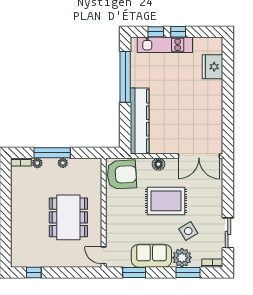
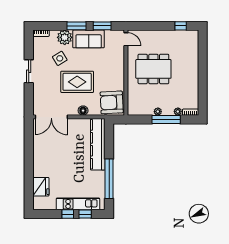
double door: (199, 156) -> (51, 117), swing flipped
dining table: (68, 217) -> (153, 69), turned 90
sliding door: (228, 233) -> (29, 71), moved
window: (188, 272) -> (77, 26), moved

